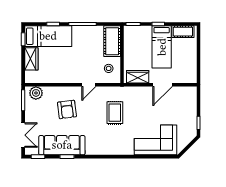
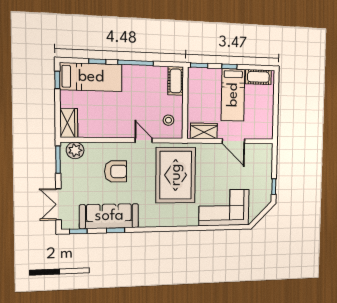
cot: (112, 41) -> (176, 81), width x0.73, depth x0.75
wardrobe: (31, 59) -> (69, 123), moved
door: (89, 85) -> (144, 140), swing flipped
door: (163, 85) -> (233, 141), hinge flipped
armchair: (67, 109) -> (116, 171), turned -83
rug: (115, 113) -> (176, 175), width x1.86, depth x2.06
double door: (23, 135) -> (58, 204), swing flipped

